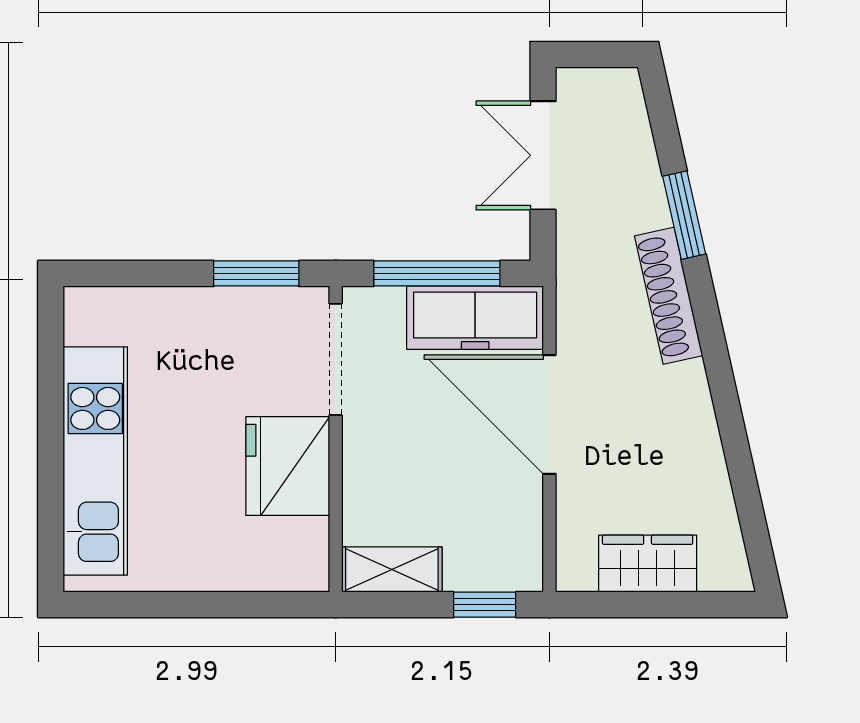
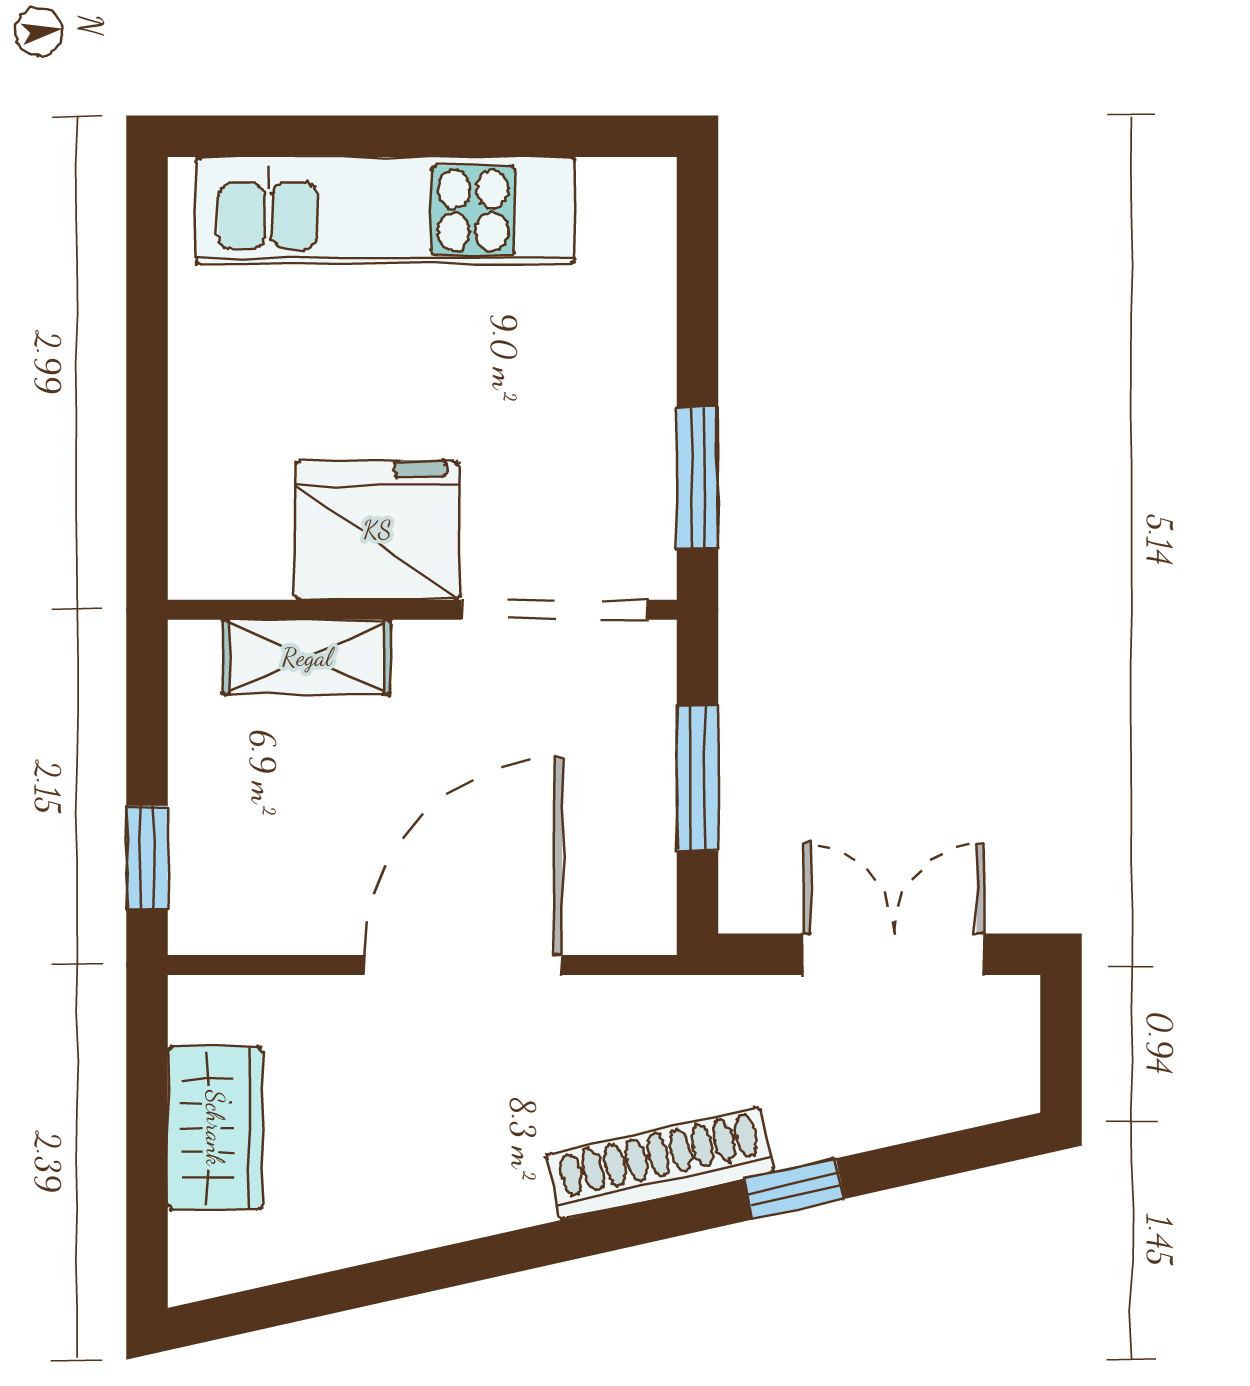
window: (684, 215) -> (794, 1189), width x0.67
window: (437, 273) -> (697, 778), width x0.69
freezer: (475, 318) -> (624, 842), removed
shelving: (392, 570) -> (307, 657), moved, turned 90

